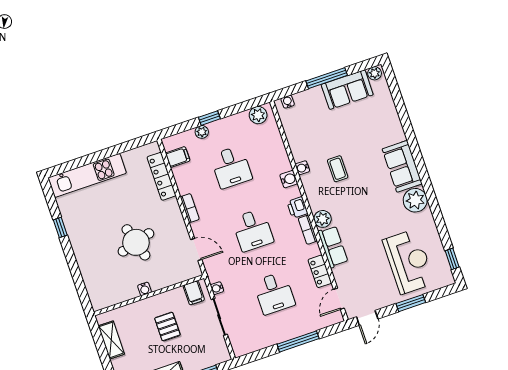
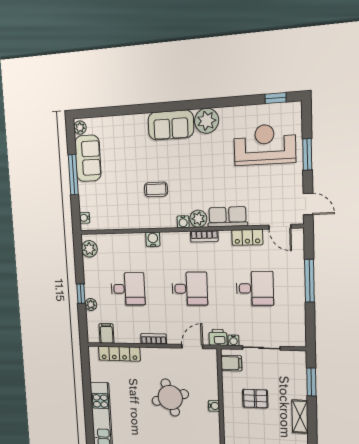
water cooler: (302, 168) -> (183, 222), moved
printer: (297, 207) -> (218, 337), moved, turned 180

